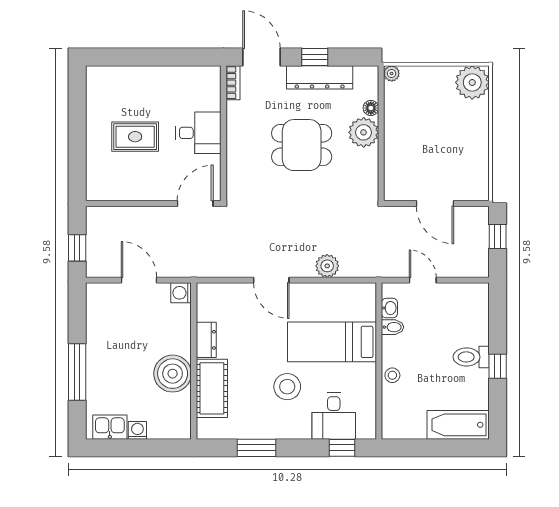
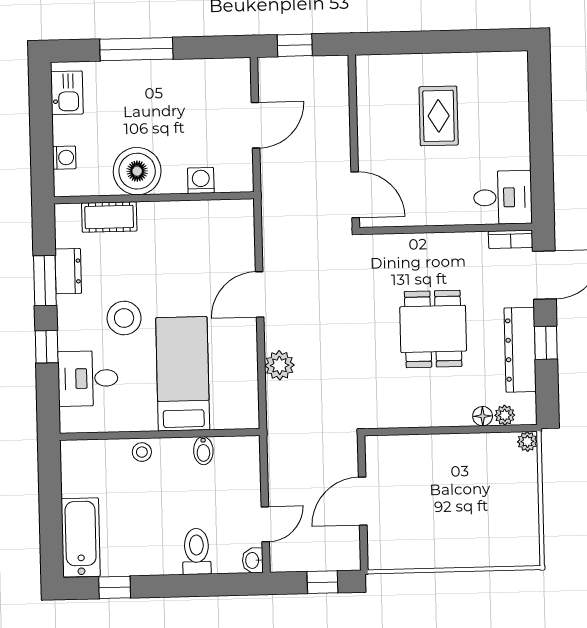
plant: (472, 82) -> (518, 545), removed
plant: (364, 132) -> (505, 415), moved, width x0.53, depth x0.53
desk: (198, 133) -> (503, 197), moved, turned -90
door: (423, 280) -> (265, 524), moved
washing machine: (181, 293) -> (201, 180), moved
washbasin: (389, 308) -> (253, 560), moved, turned 90
dresser: (206, 340) -> (68, 271), moved, turned -90
toilet: (471, 357) -> (197, 551), moved
window: (498, 366) -> (115, 587), moved
cot: (212, 388) -> (109, 217), width x0.73, depth x0.75
washing machine: (137, 430) -> (64, 158), moved
window: (342, 448) -> (47, 347), moved

